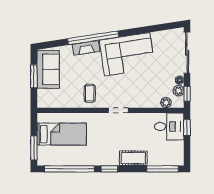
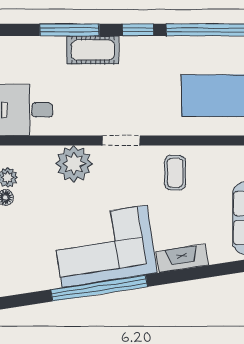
window: (93, 38) -> (99, 288), moved
plant: (166, 103) -> (74, 164), moved, width x1.88, depth x1.88
window: (162, 169) -> (70, 30), moved

